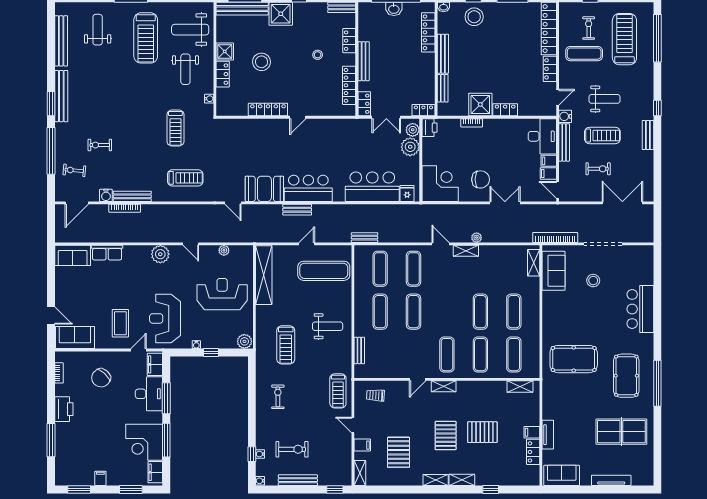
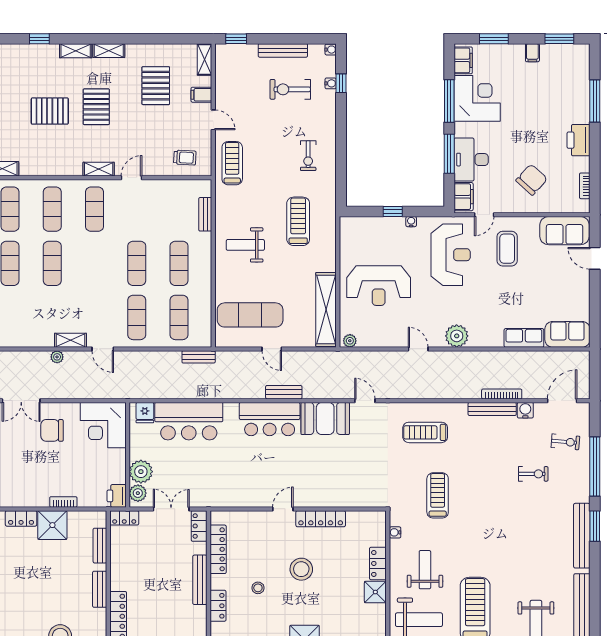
bench: (443, 54) -> (100, 589), width x0.73
stool: (261, 62) -> (301, 569), moved
door: (307, 244) -> (272, 349), hinge flipped
plant: (224, 250) -> (350, 341), moved
plant: (244, 341) -> (350, 226), removed

